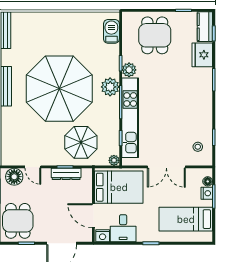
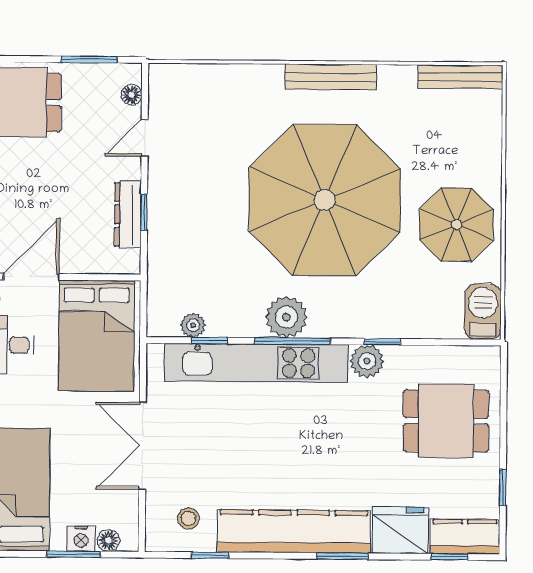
barbecue: (111, 31) -> (483, 312), moved, turned -90
plant: (110, 87) -> (286, 317), moved
kitchen counter: (203, 101) -> (294, 531), added
parasol: (81, 142) -> (456, 224), moved
plant: (114, 160) -> (193, 325), moved
floor lamp: (14, 177) -> (132, 95), width x0.53, depth x0.53

